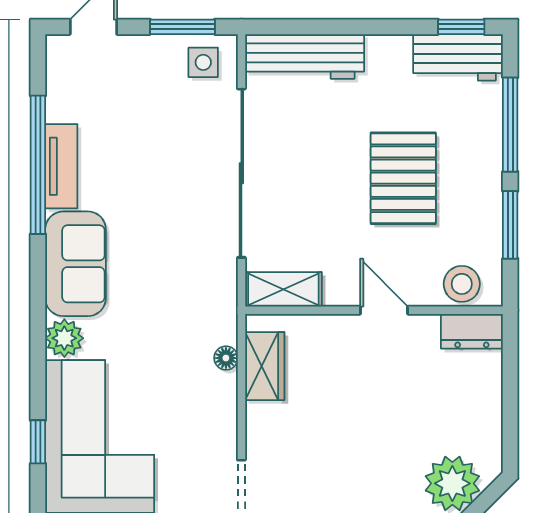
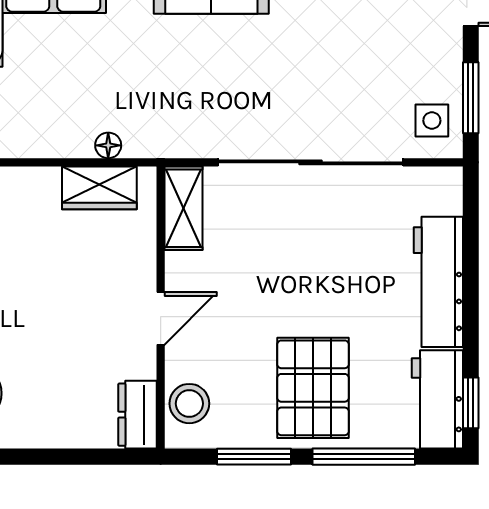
workbench: (305, 56) -> (438, 282), moved
pallet: (403, 178) -> (313, 388), moved, turned 90

